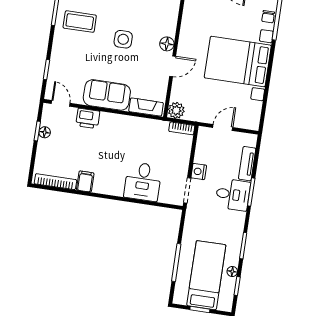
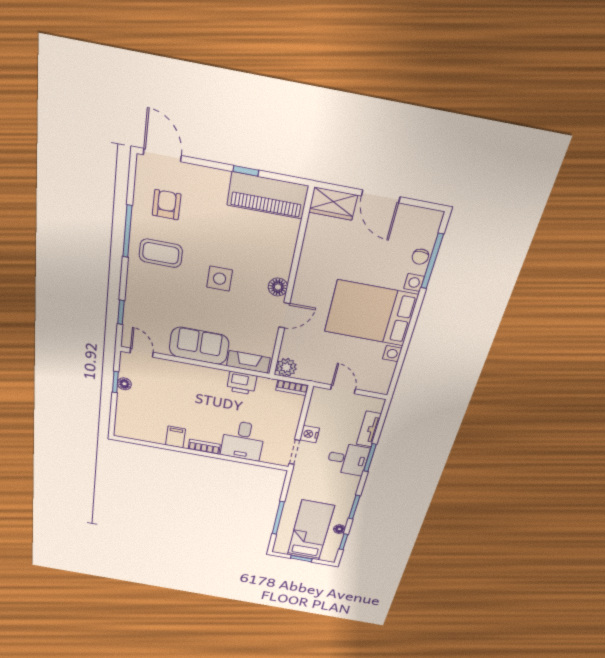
printer: (88, 118) -> (242, 383), moved
door: (223, 128) -> (343, 389), hinge flipped
bookcase: (55, 182) -> (204, 447), moved, width x0.64

